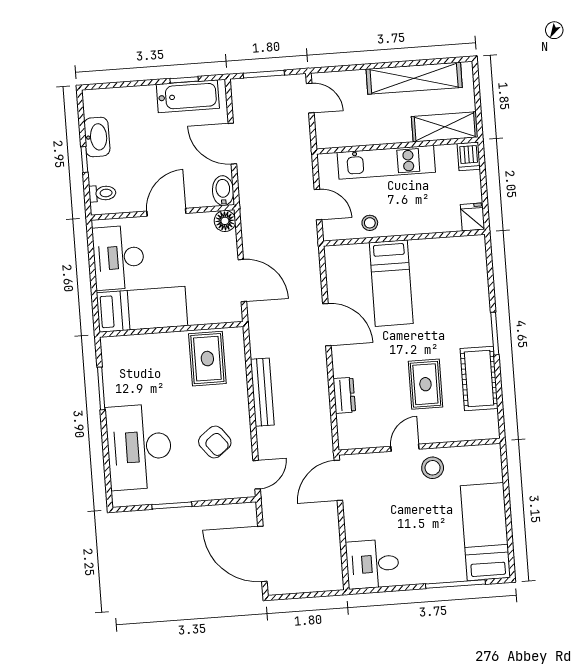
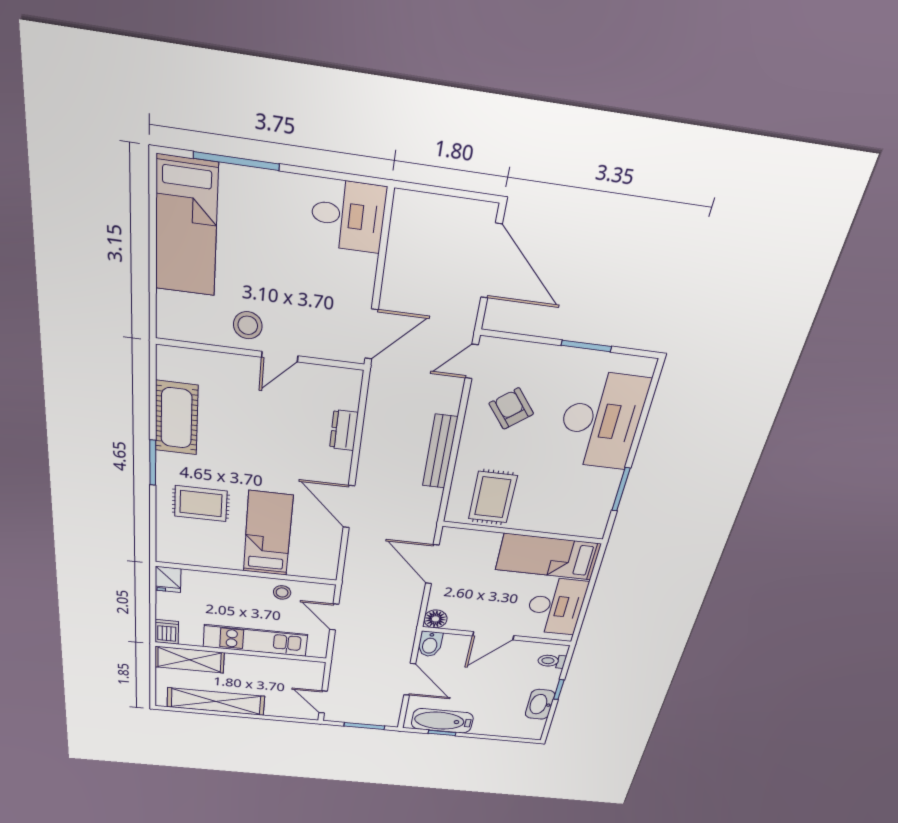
rug: (425, 384) -> (201, 504), moved, turned 90

